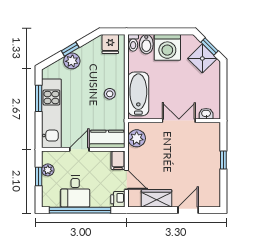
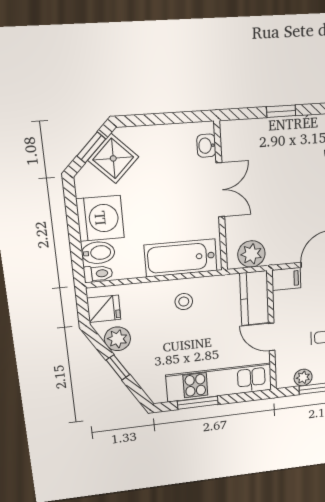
plant: (72, 61) -> (117, 339), moved
double door: (179, 121) -> (220, 190), swing flipped

